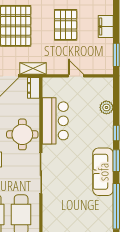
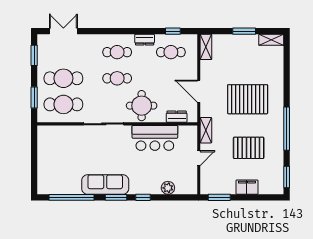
shelving: (33, 69) -> (206, 130), moved
dresser: (34, 88) -> (177, 117), moved

